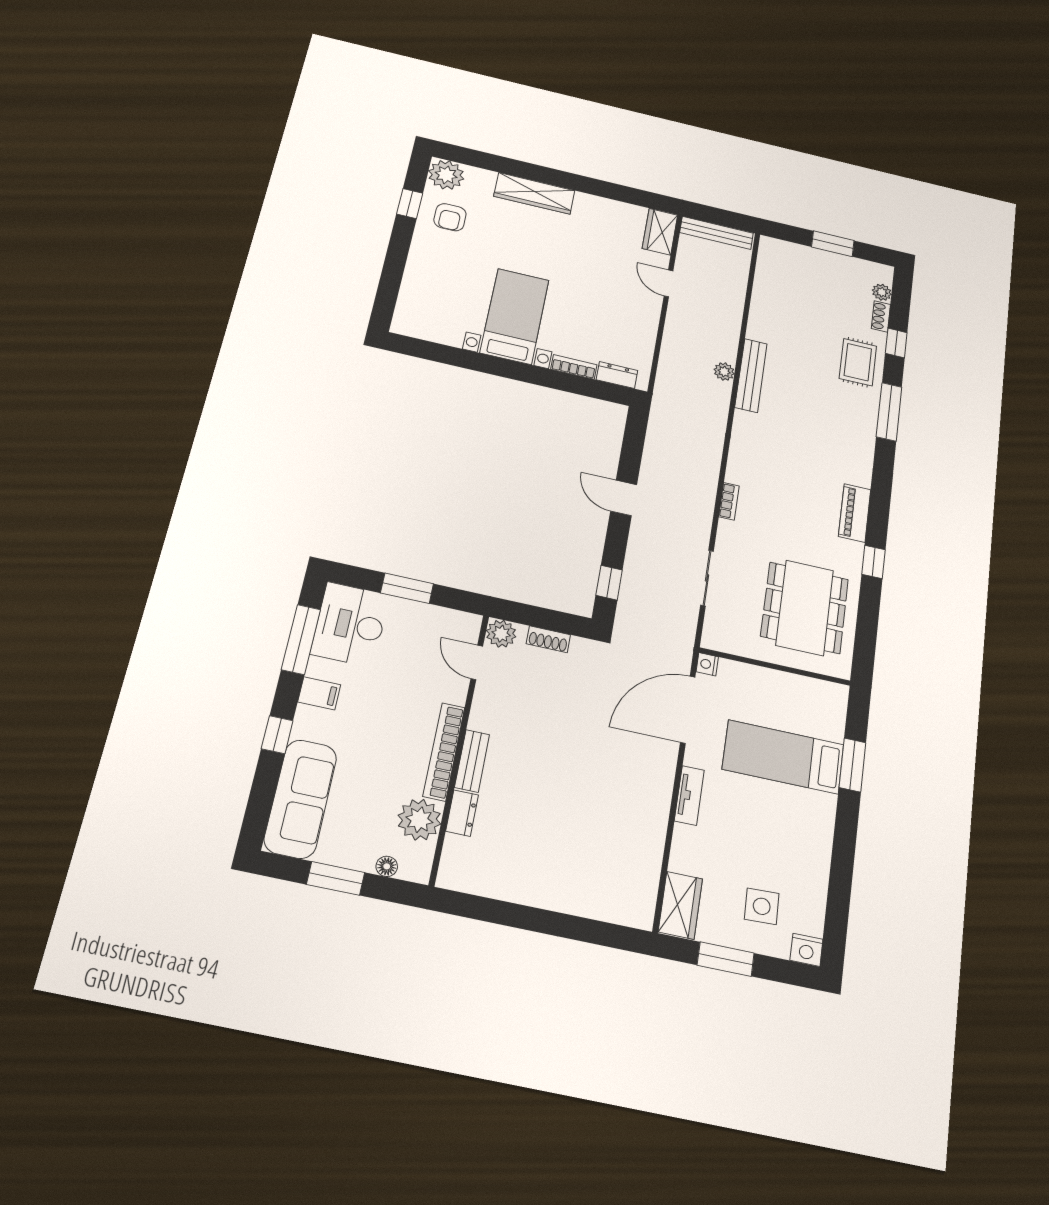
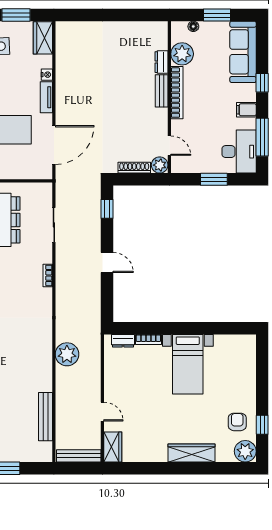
plant: (724, 372) -> (67, 354), width x1.87, depth x1.87
bench: (751, 375) -> (46, 417), moved
shoe rack: (548, 639) -> (134, 168), width x1.43
nightstand: (707, 664) -> (47, 75), moved

